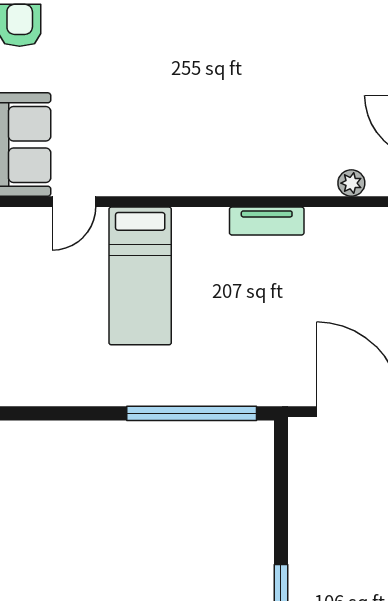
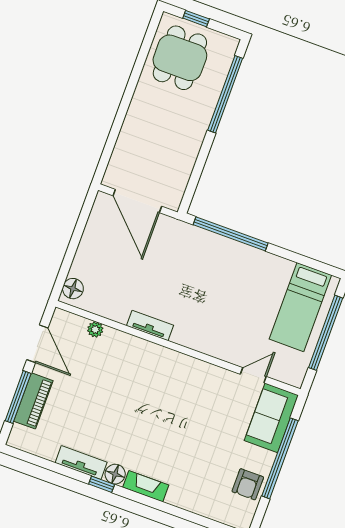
bed: (140, 276) -> (300, 307), moved, turned 180

